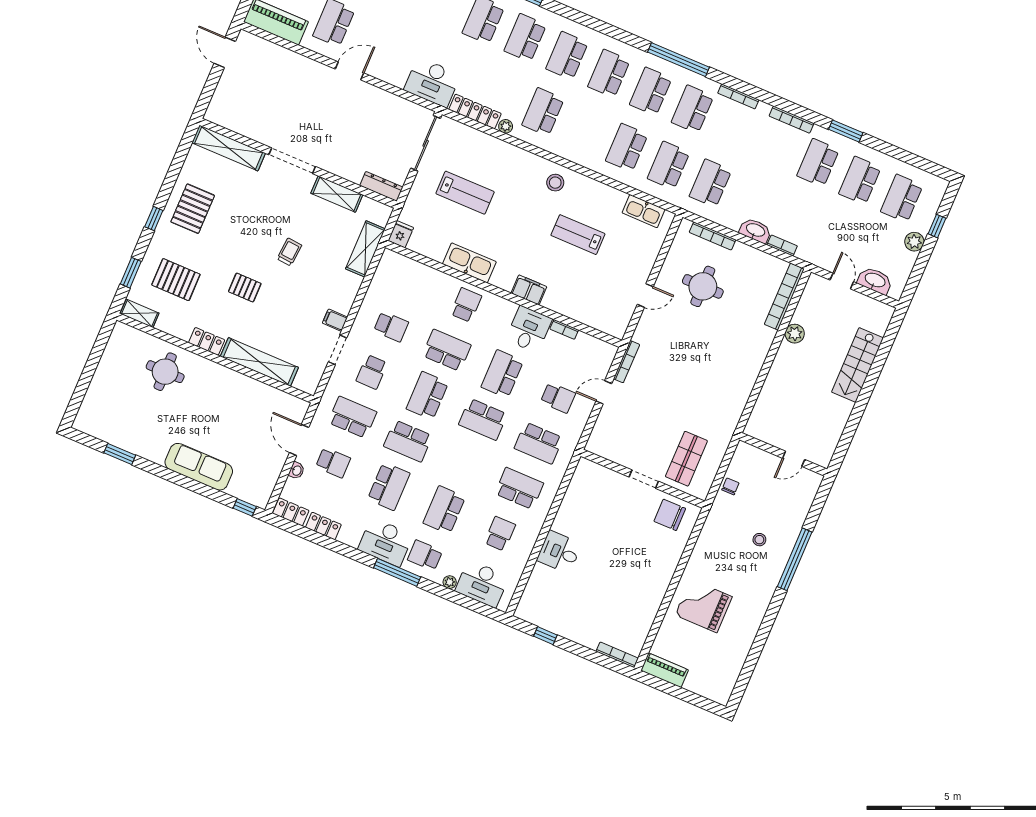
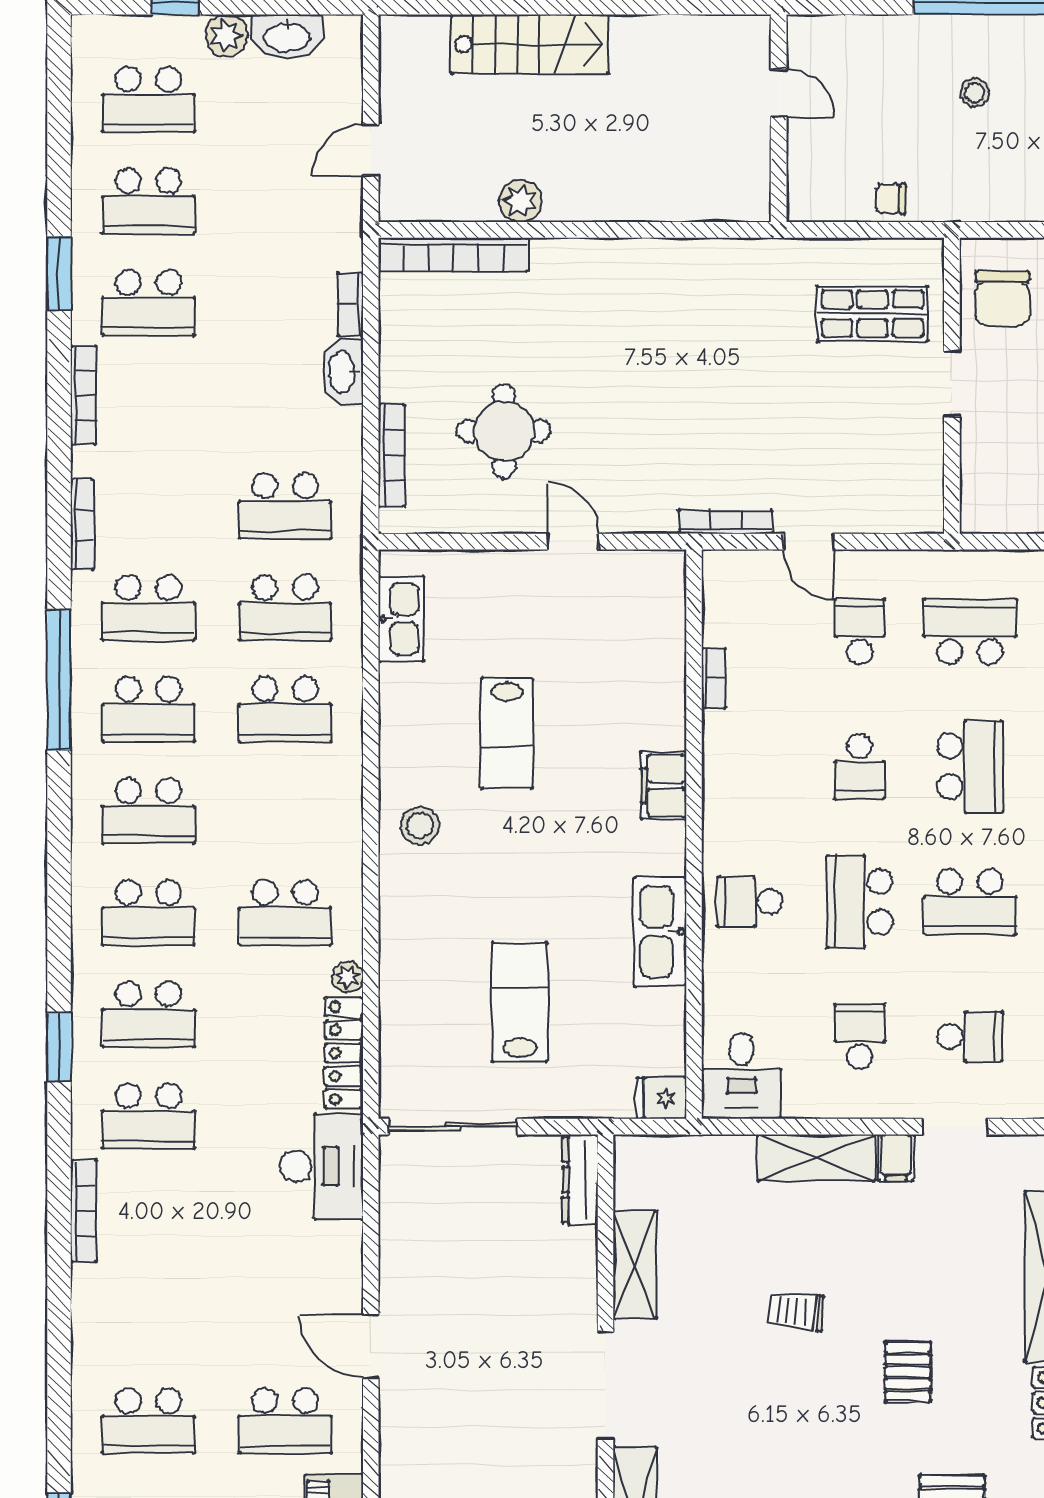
shelving: (365, 249) -> (816, 1158), moved
washbasin: (875, 281) -> (287, 37), moved, turned -90
desk: (529, 329) -> (741, 1076), moved, turned -90
school desk: (502, 374) -> (860, 767), width x0.54
school desk: (539, 443) -> (970, 631), turned -90

